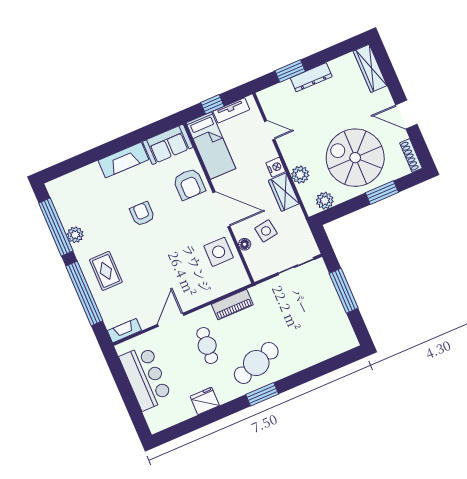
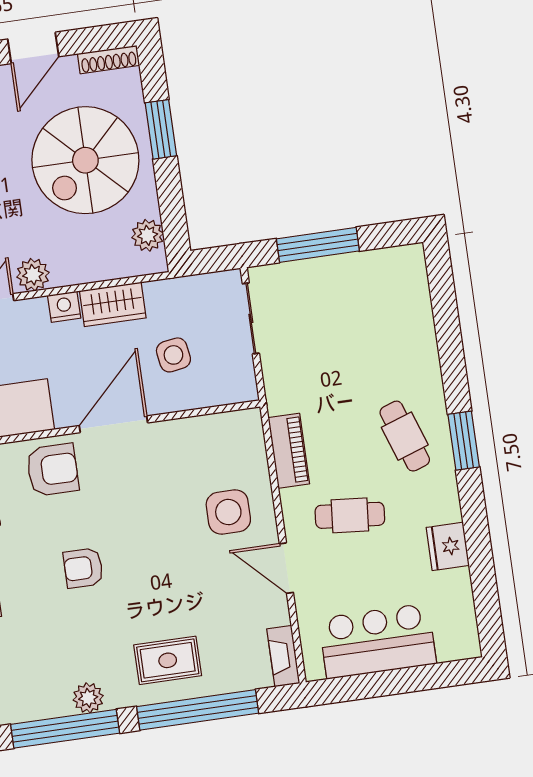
plant: (300, 175) -> (33, 275), moved
floor lamp: (245, 244) -> (187, 400), removed
side table: (219, 252) -> (228, 512), moved
cafe table: (256, 363) -> (405, 436), width x0.73, depth x0.74

